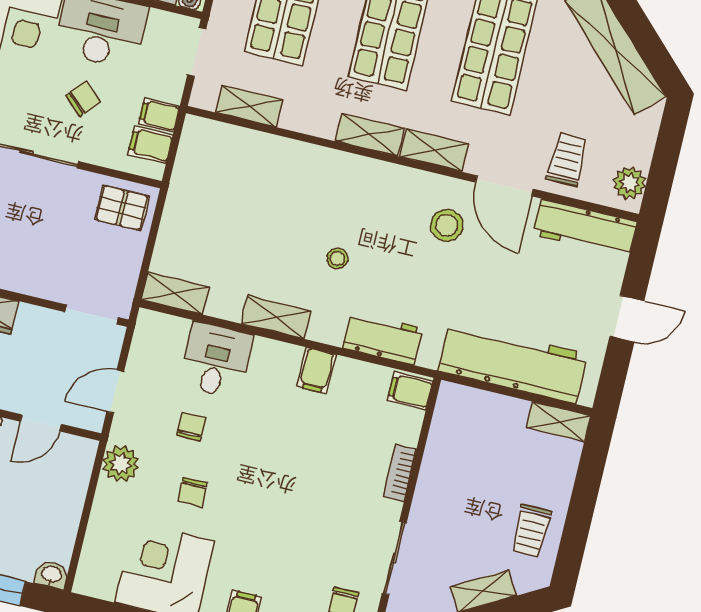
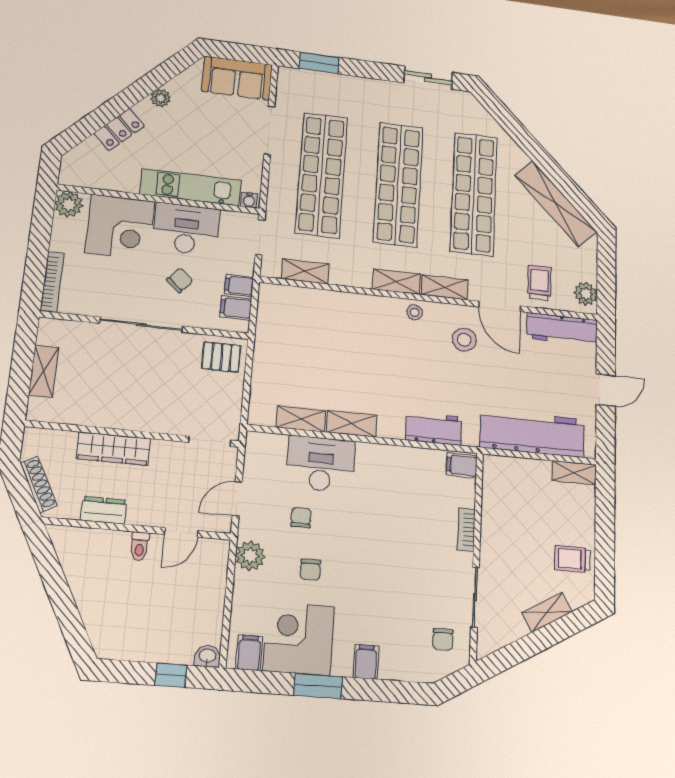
stool: (337, 258) -> (415, 312), moved
shelving: (175, 293) -> (301, 419), moved
desk: (216, 360) -> (321, 464), width x1.37
filing cabinet: (316, 371) -> (249, 653), moved, turned 180
trolley: (531, 531) -> (572, 559), turned 90

